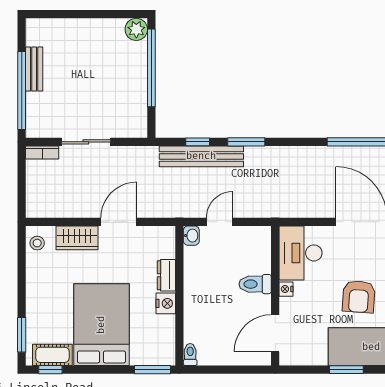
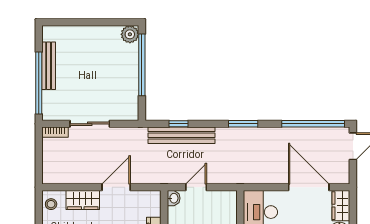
bench: (34, 69) -> (49, 66), width x1.36
window: (246, 142) -> (243, 124), moved

